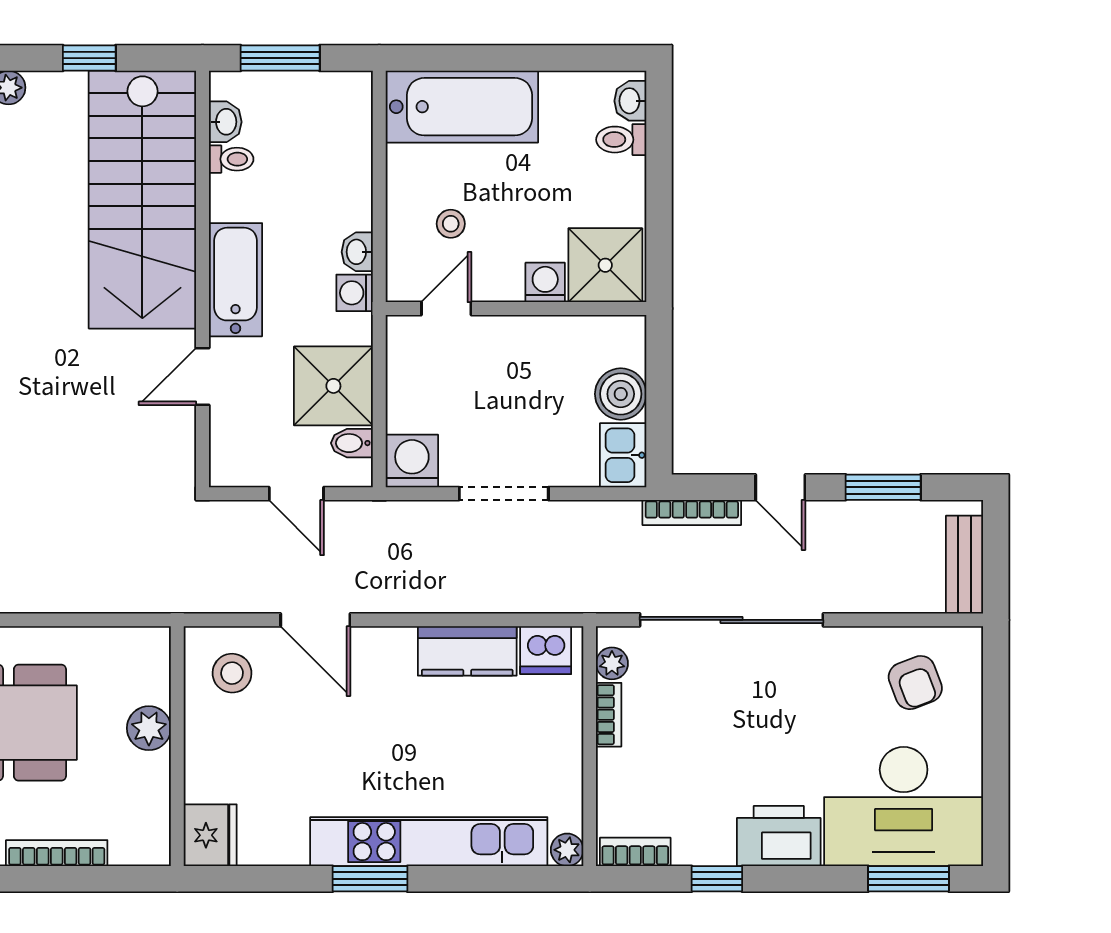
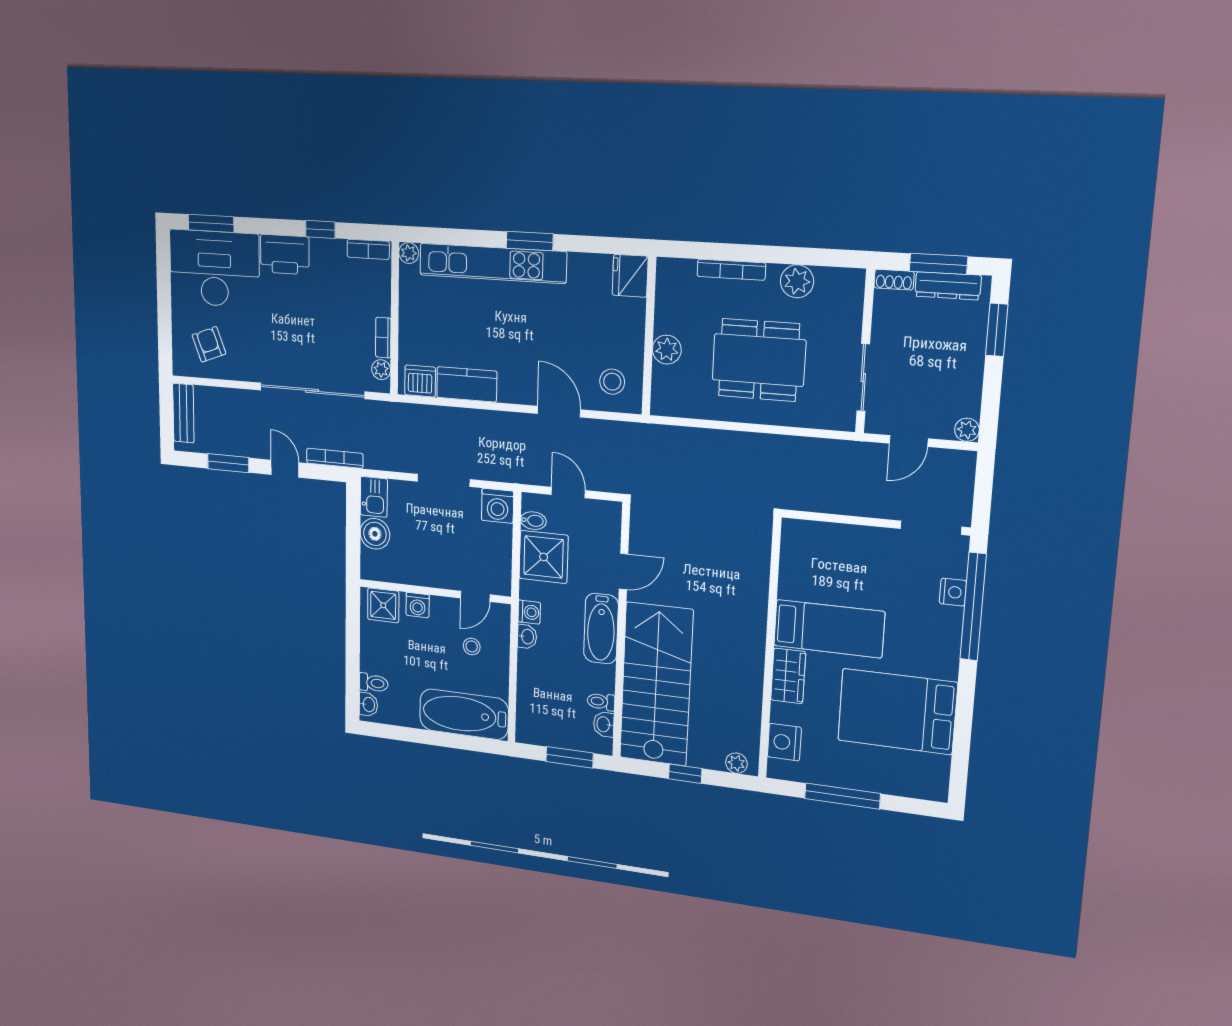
shower: (605, 265) -> (383, 605), width x0.73, depth x0.73

